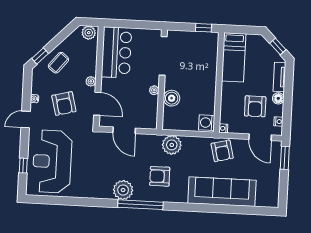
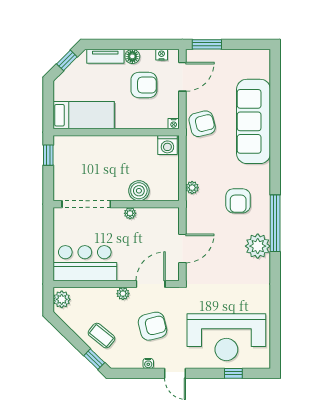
plant: (172, 145) -> (192, 188), width x0.53, depth x0.53

